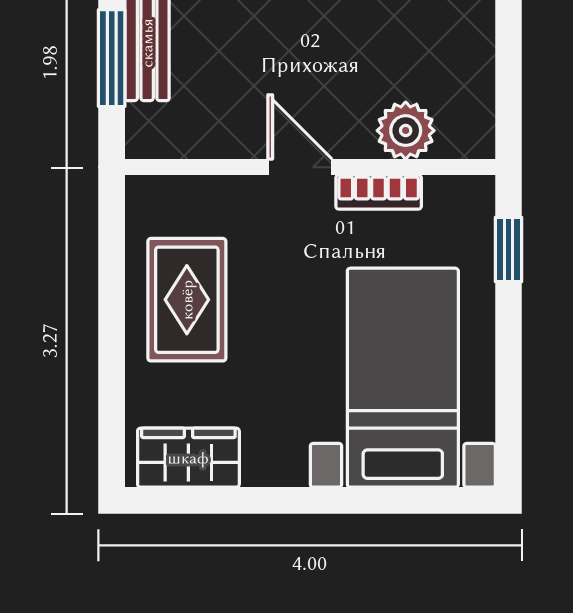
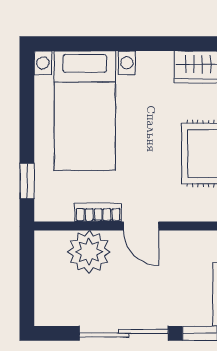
plant: (406, 131) -> (89, 252), width x1.36, depth x1.36

